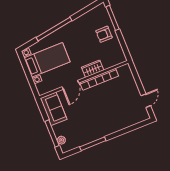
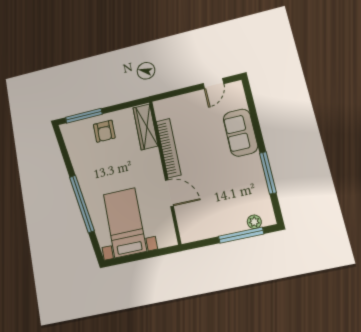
wardrobe: (93, 69) -> (145, 127), moved, width x1.50
door: (146, 101) -> (213, 84), swing flipped
sofa: (54, 109) -> (240, 133), moved, turned -90

